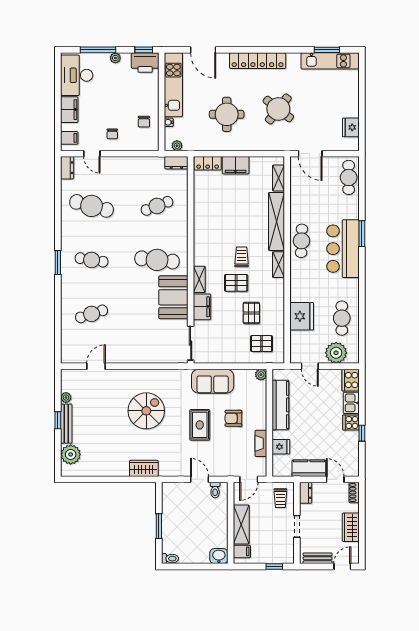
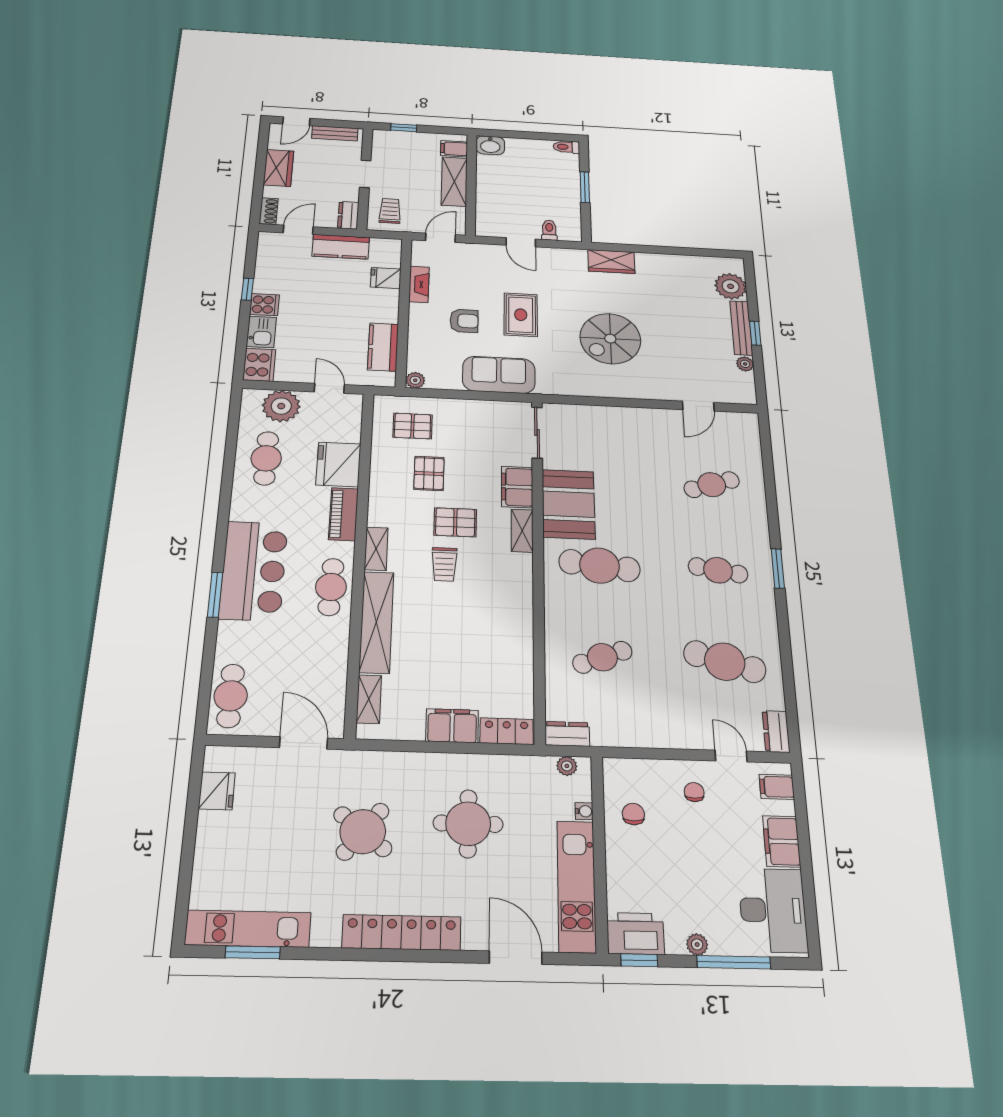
piano: (297, 285) -> (344, 514), added
kitchen counter: (280, 405) -> (383, 347), width x0.67
door: (335, 479) -> (298, 230), swing flipped
toilet: (215, 490) -> (549, 230), moved

